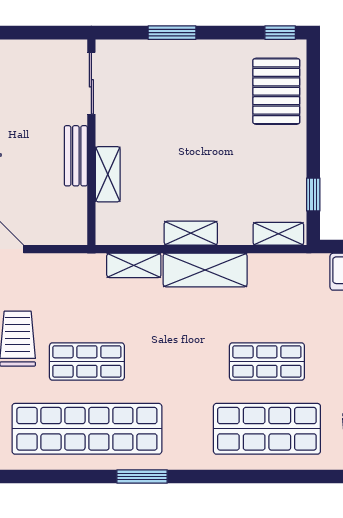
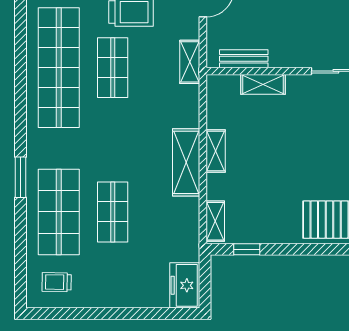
bench: (76, 156) -> (244, 59), moved
shelving: (134, 265) -> (190, 62), moved
window: (142, 476) -> (21, 177), moved

